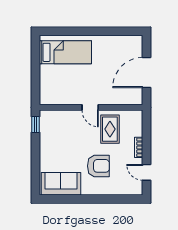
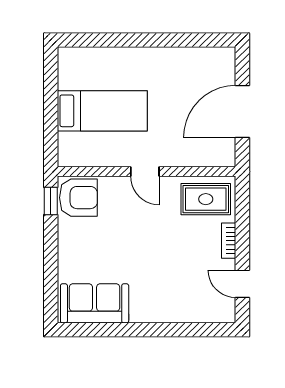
bed: (65, 52) -> (102, 111), moved
rug: (110, 129) -> (206, 199), moved, turned 90
armchair: (98, 166) -> (78, 198), moved

